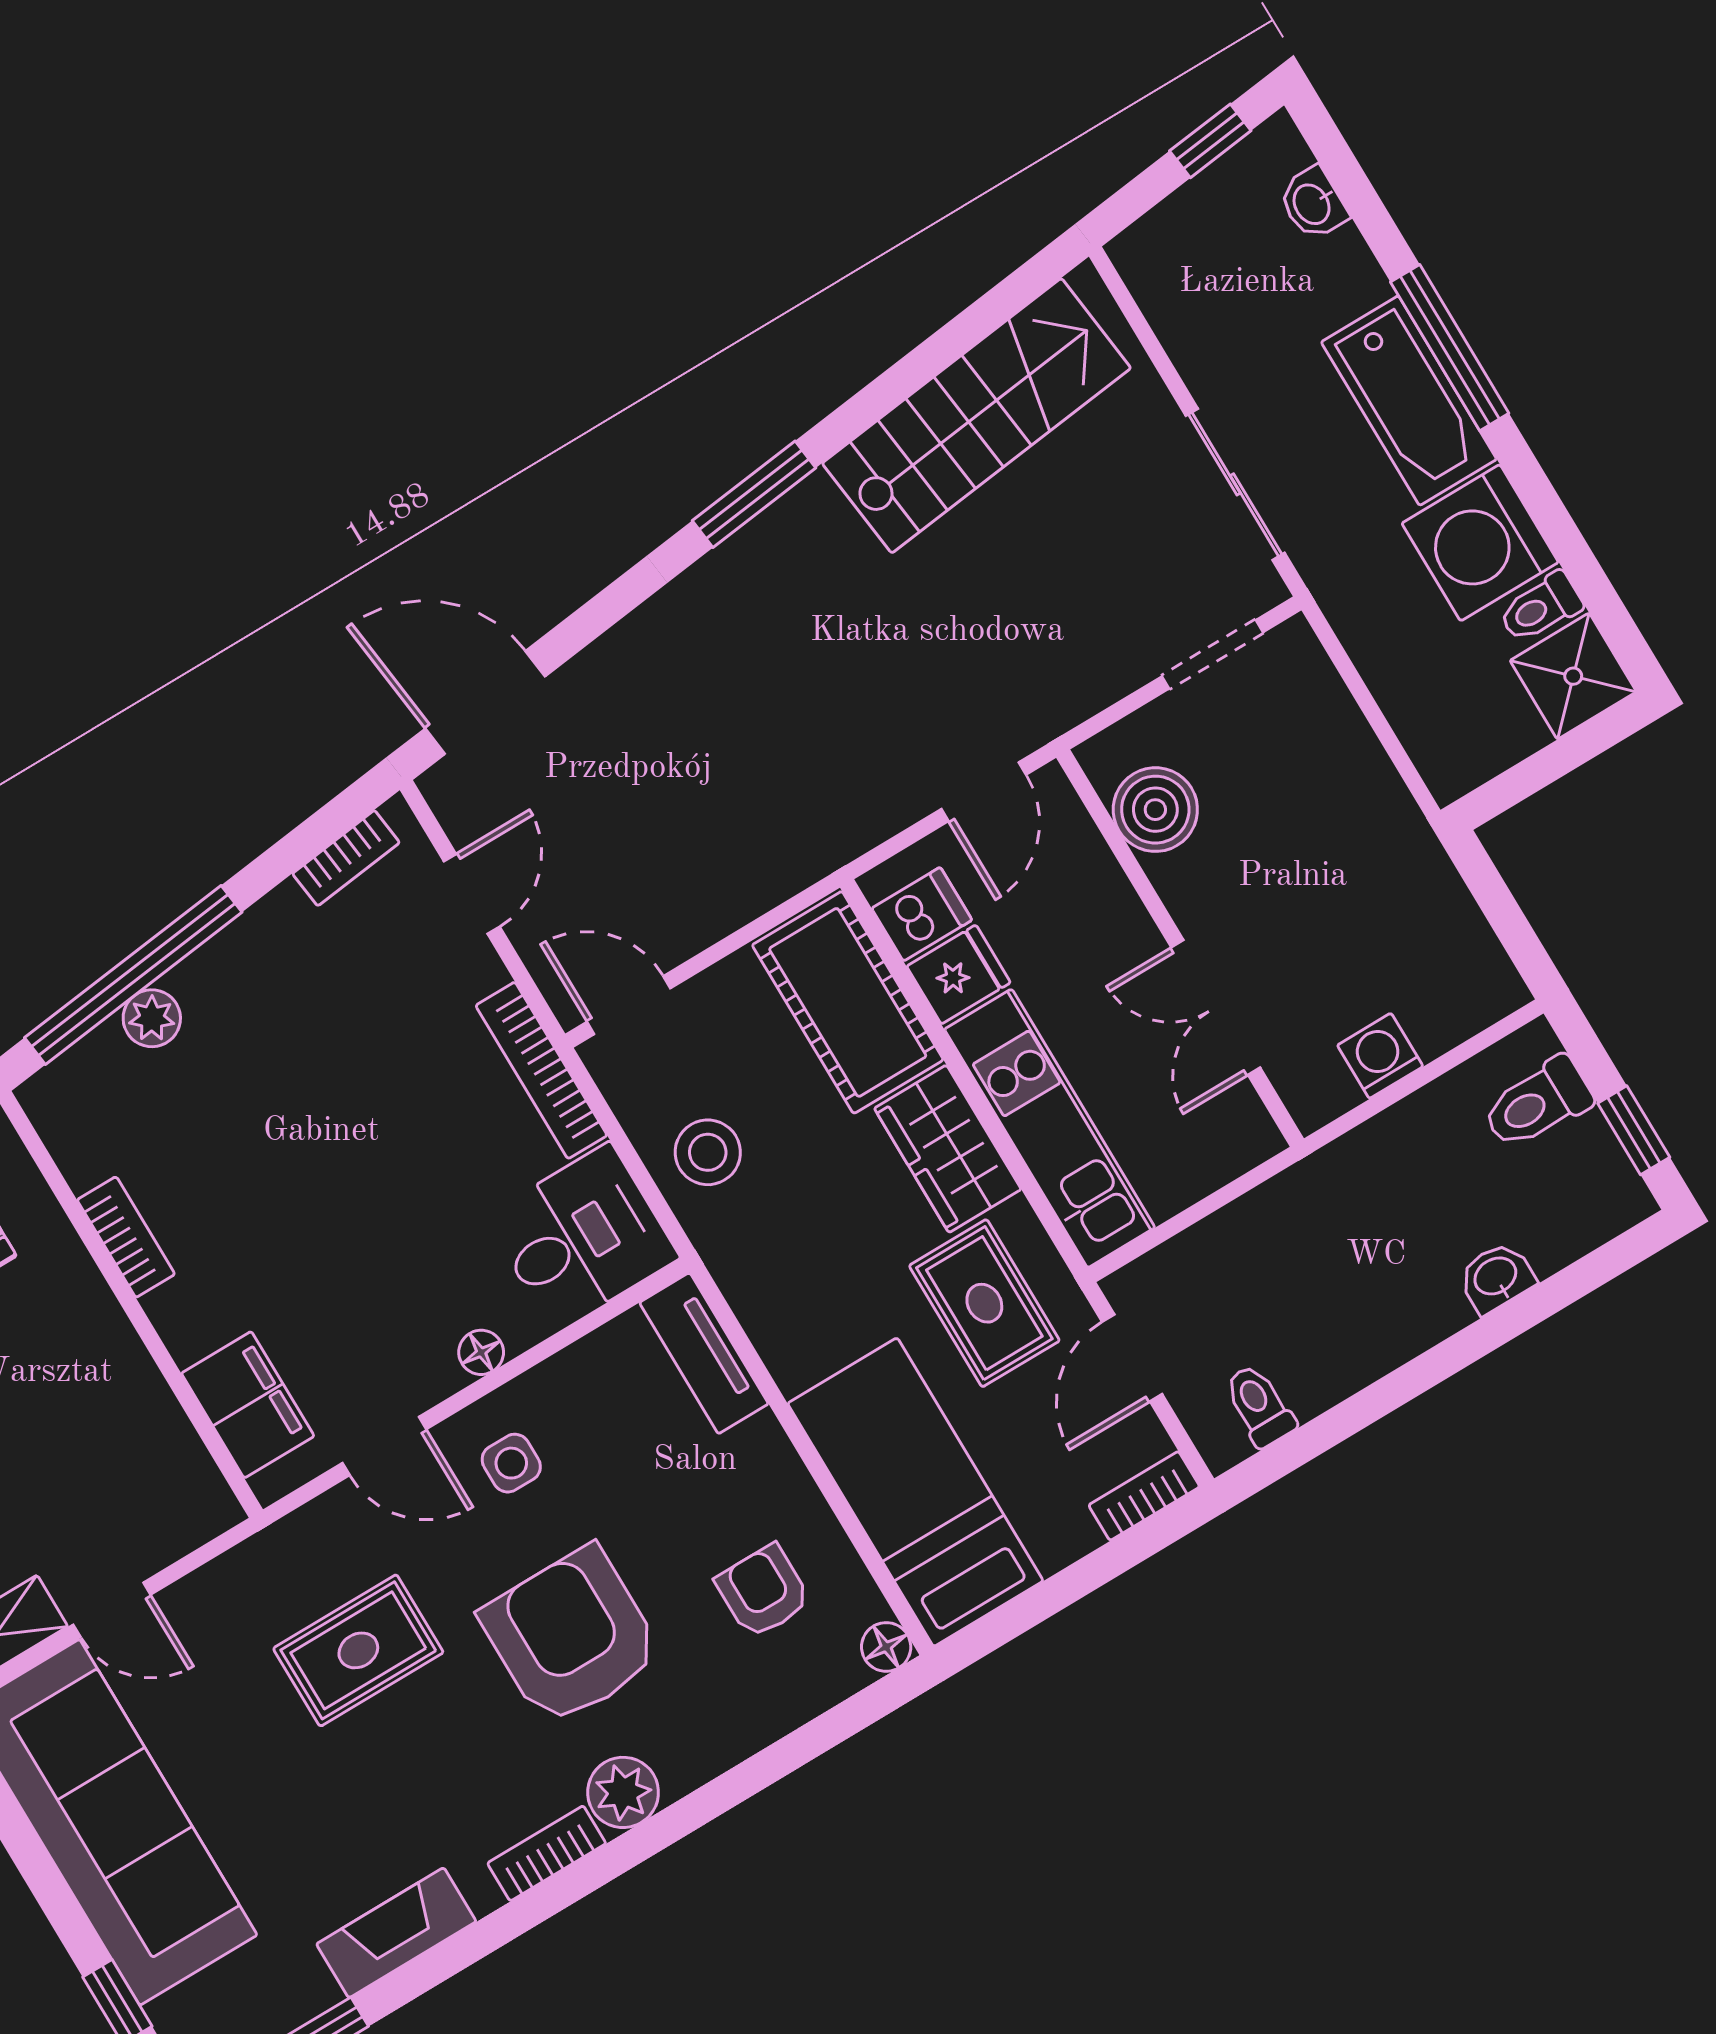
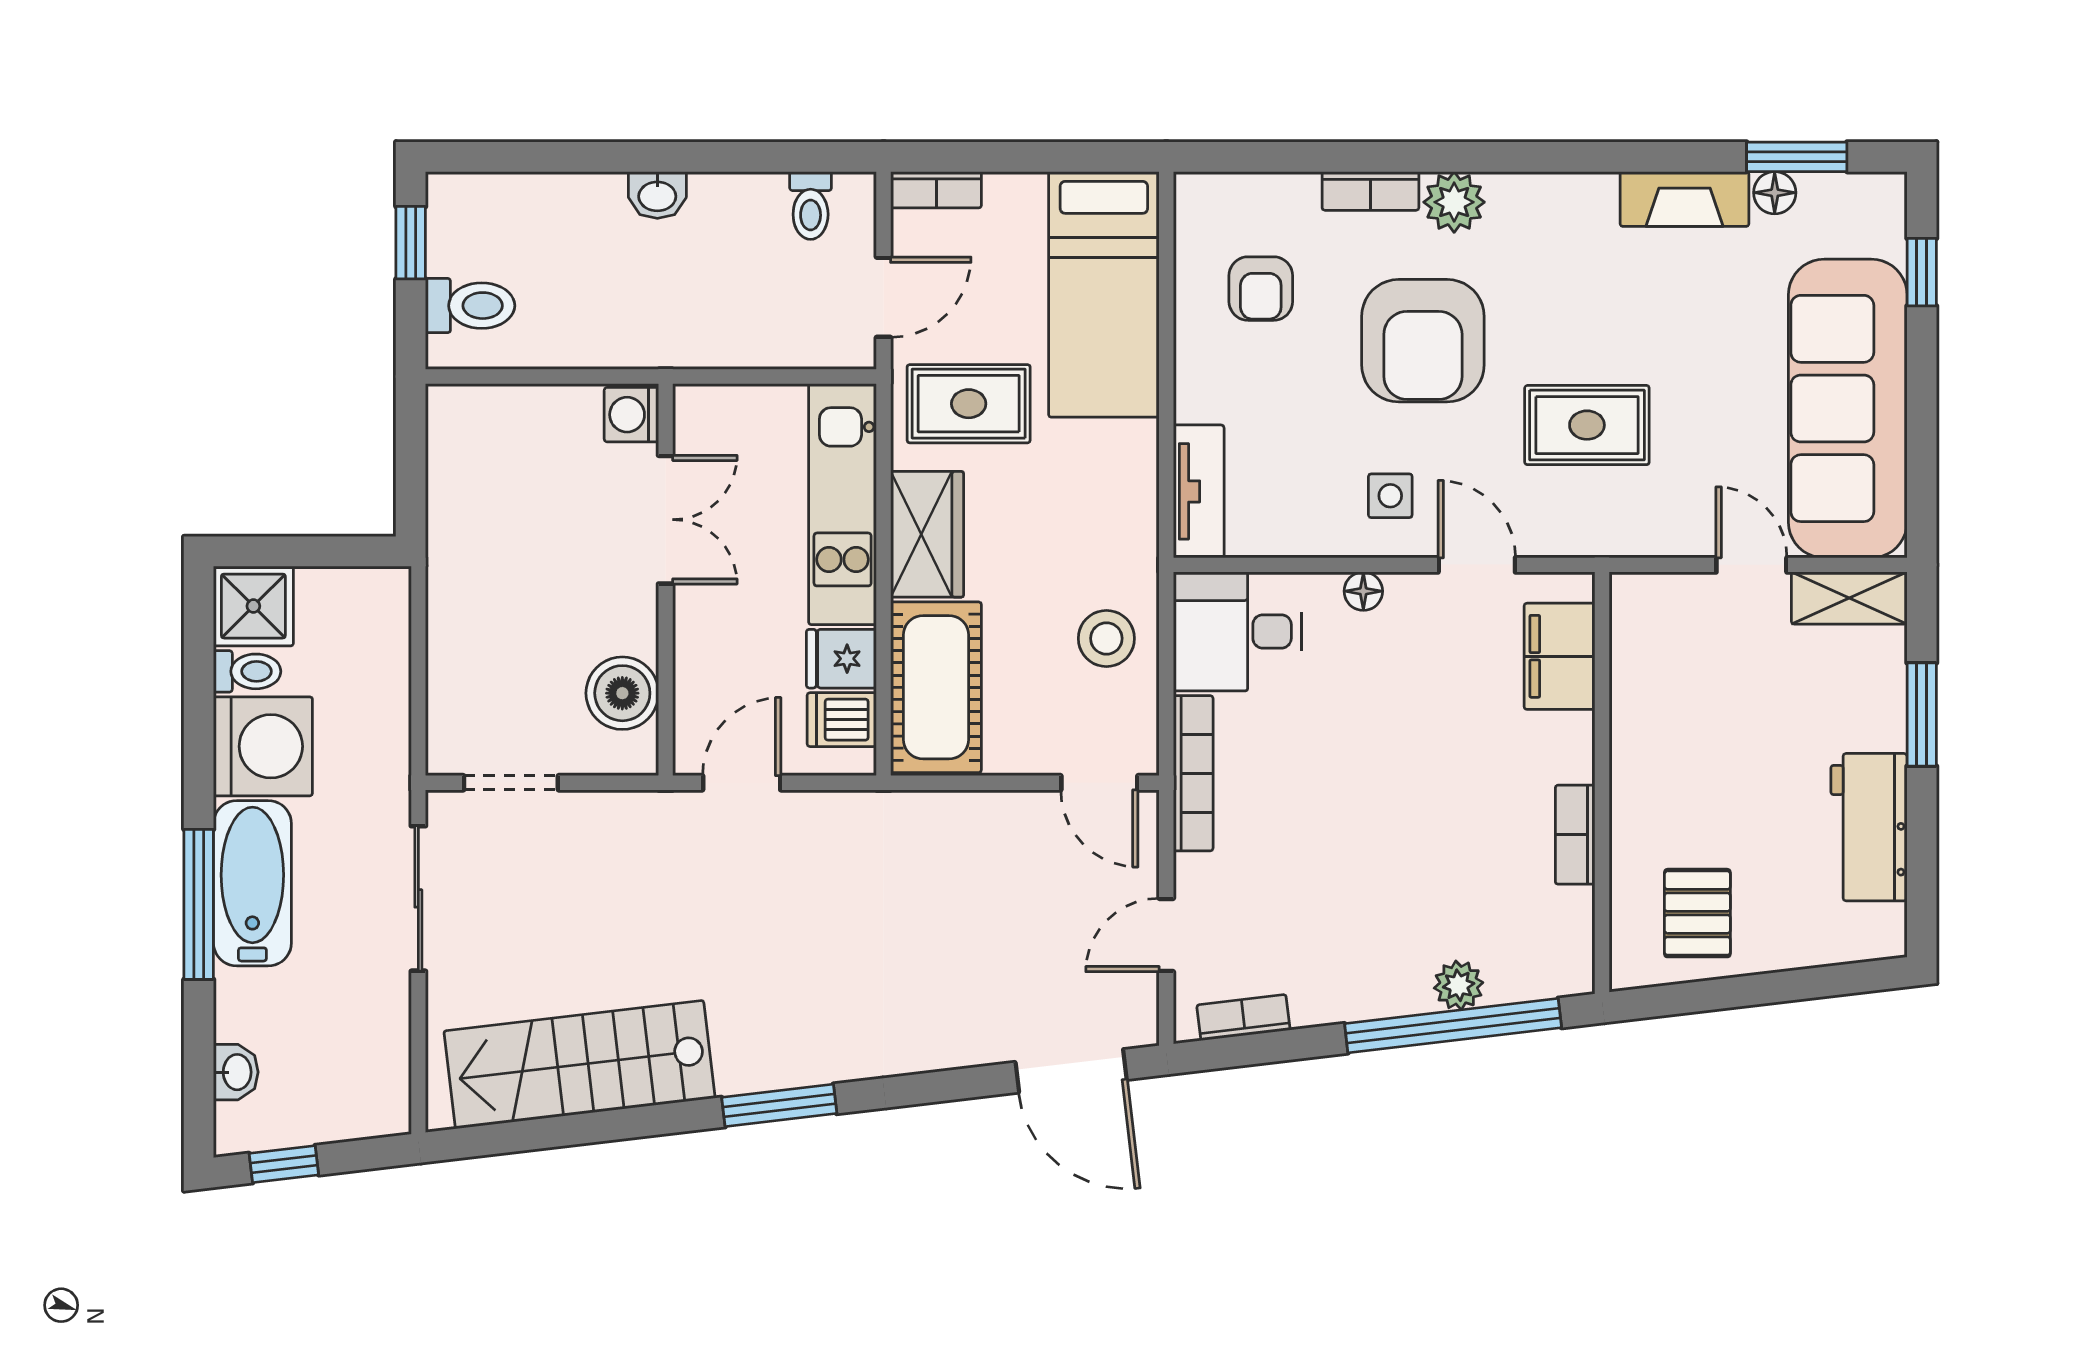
washing machine: (1380, 1056) -> (631, 415), moved, turned 90
washbasin: (1496, 1277) -> (657, 195), moved
rug: (984, 1303) -> (969, 404), turned 90
floor lamp: (886, 1647) -> (1775, 193), moved
bookcase: (547, 1853) -> (1370, 191), moved

